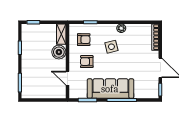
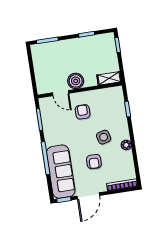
armchair: (84, 40) -> (94, 162), moved
boiler: (59, 52) -> (76, 81), moved
door: (67, 78) -> (61, 93), swing flipped
sofa: (110, 89) -> (61, 172), moved

